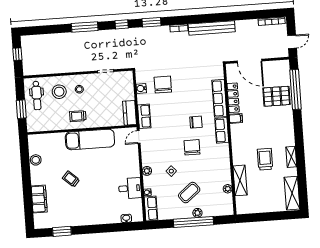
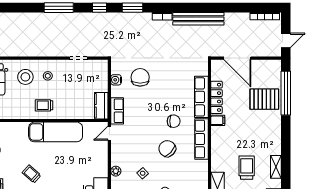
row of seats: (222, 130) -> (201, 139), width x1.48
chair: (192, 147) -> (167, 149), turned -47

